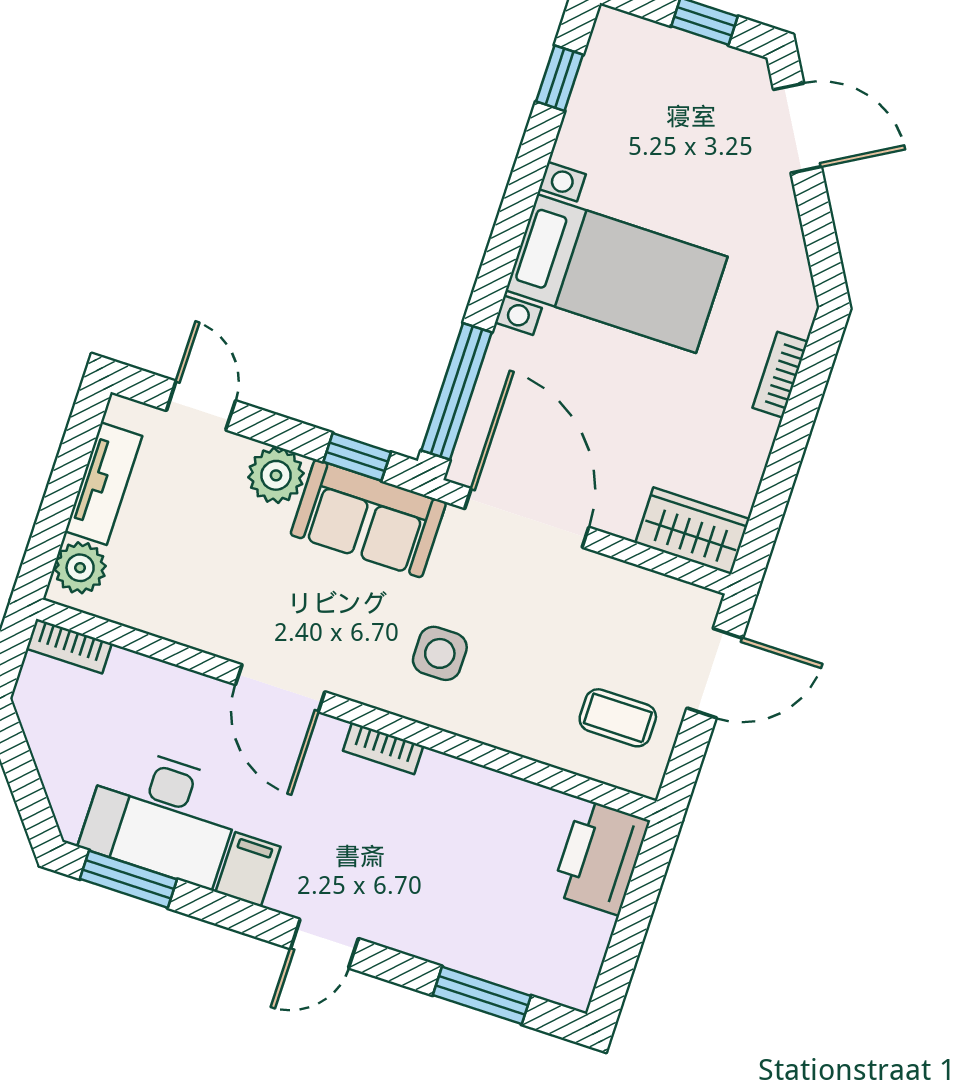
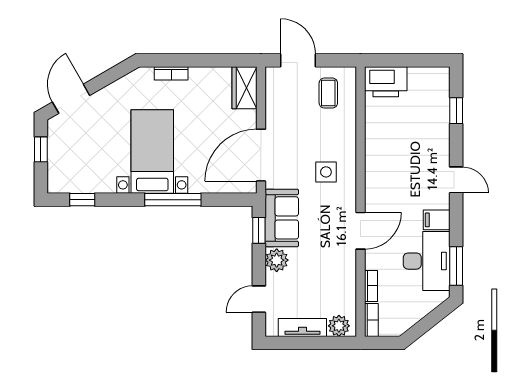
window: (456, 391) -> (173, 200), moved
bookcase: (383, 748) -> (371, 286), moved
window: (482, 995) -> (456, 111), width x0.67

